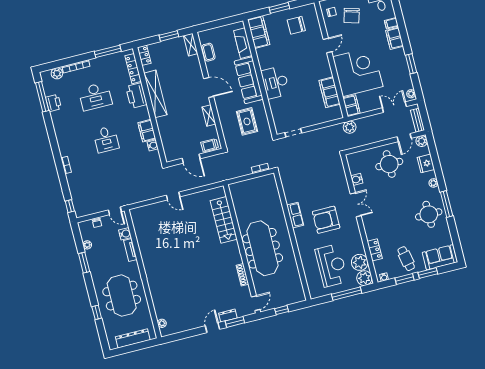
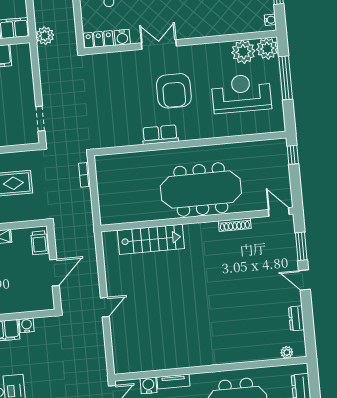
locker: (375, 250) -> (99, 39), moved
window: (282, 310) -> (293, 155), moved
dresser: (228, 316) -> (296, 318), moved

